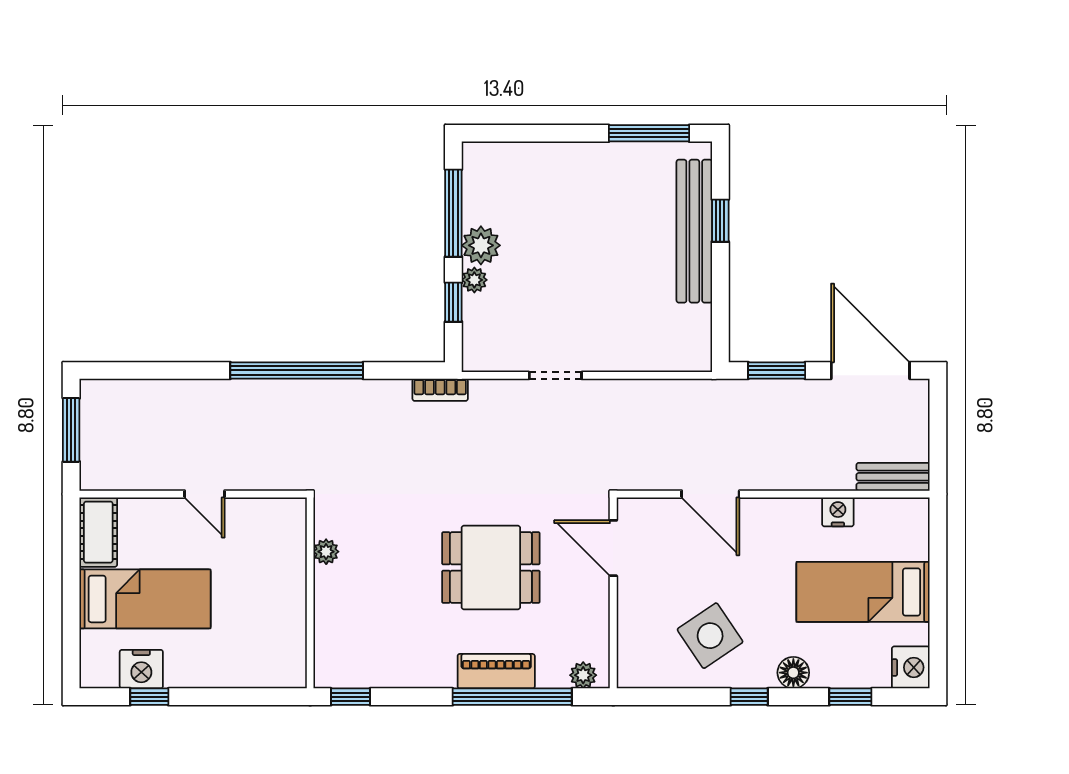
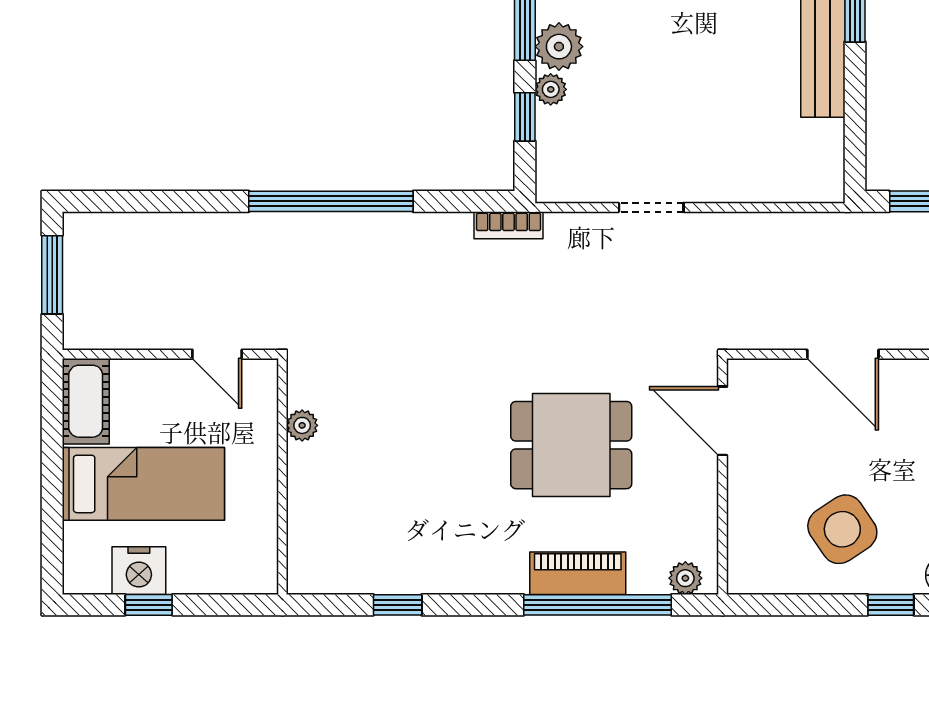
plant: (326, 552) -> (302, 425), moved
wall: (310, 593) -> (282, 476), moved

